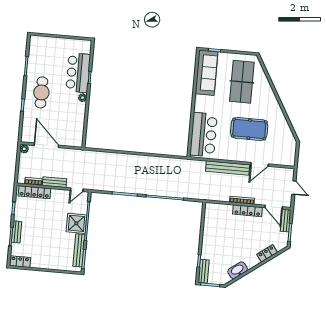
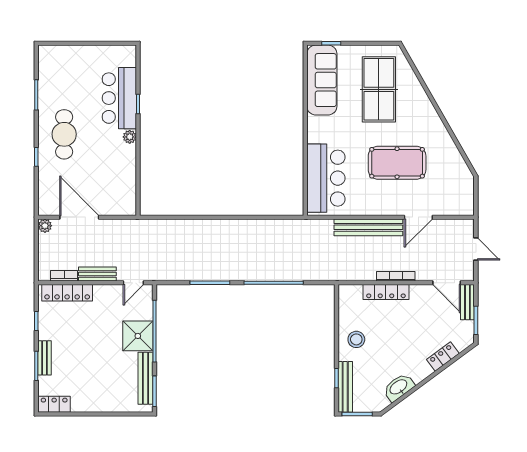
locker: (247, 211) -> (386, 292), moved
stool: (214, 238) -> (356, 339), added
bench: (204, 271) -> (345, 387), width x1.36

